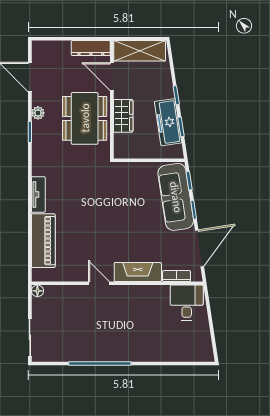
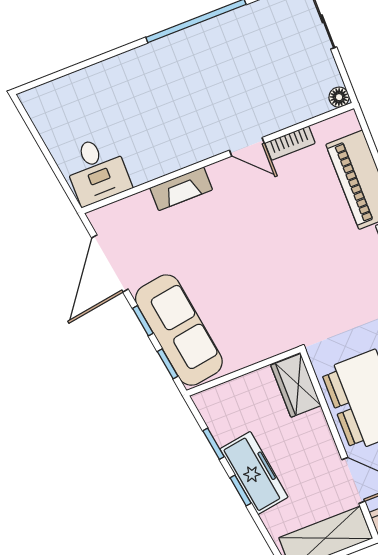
wardrobe: (123, 116) -> (296, 385), moved
freezer: (168, 122) -> (254, 473), moved
fireplace: (138, 272) -> (181, 189), width x0.73, depth x0.76
bookcase: (176, 276) -> (290, 143), moved

